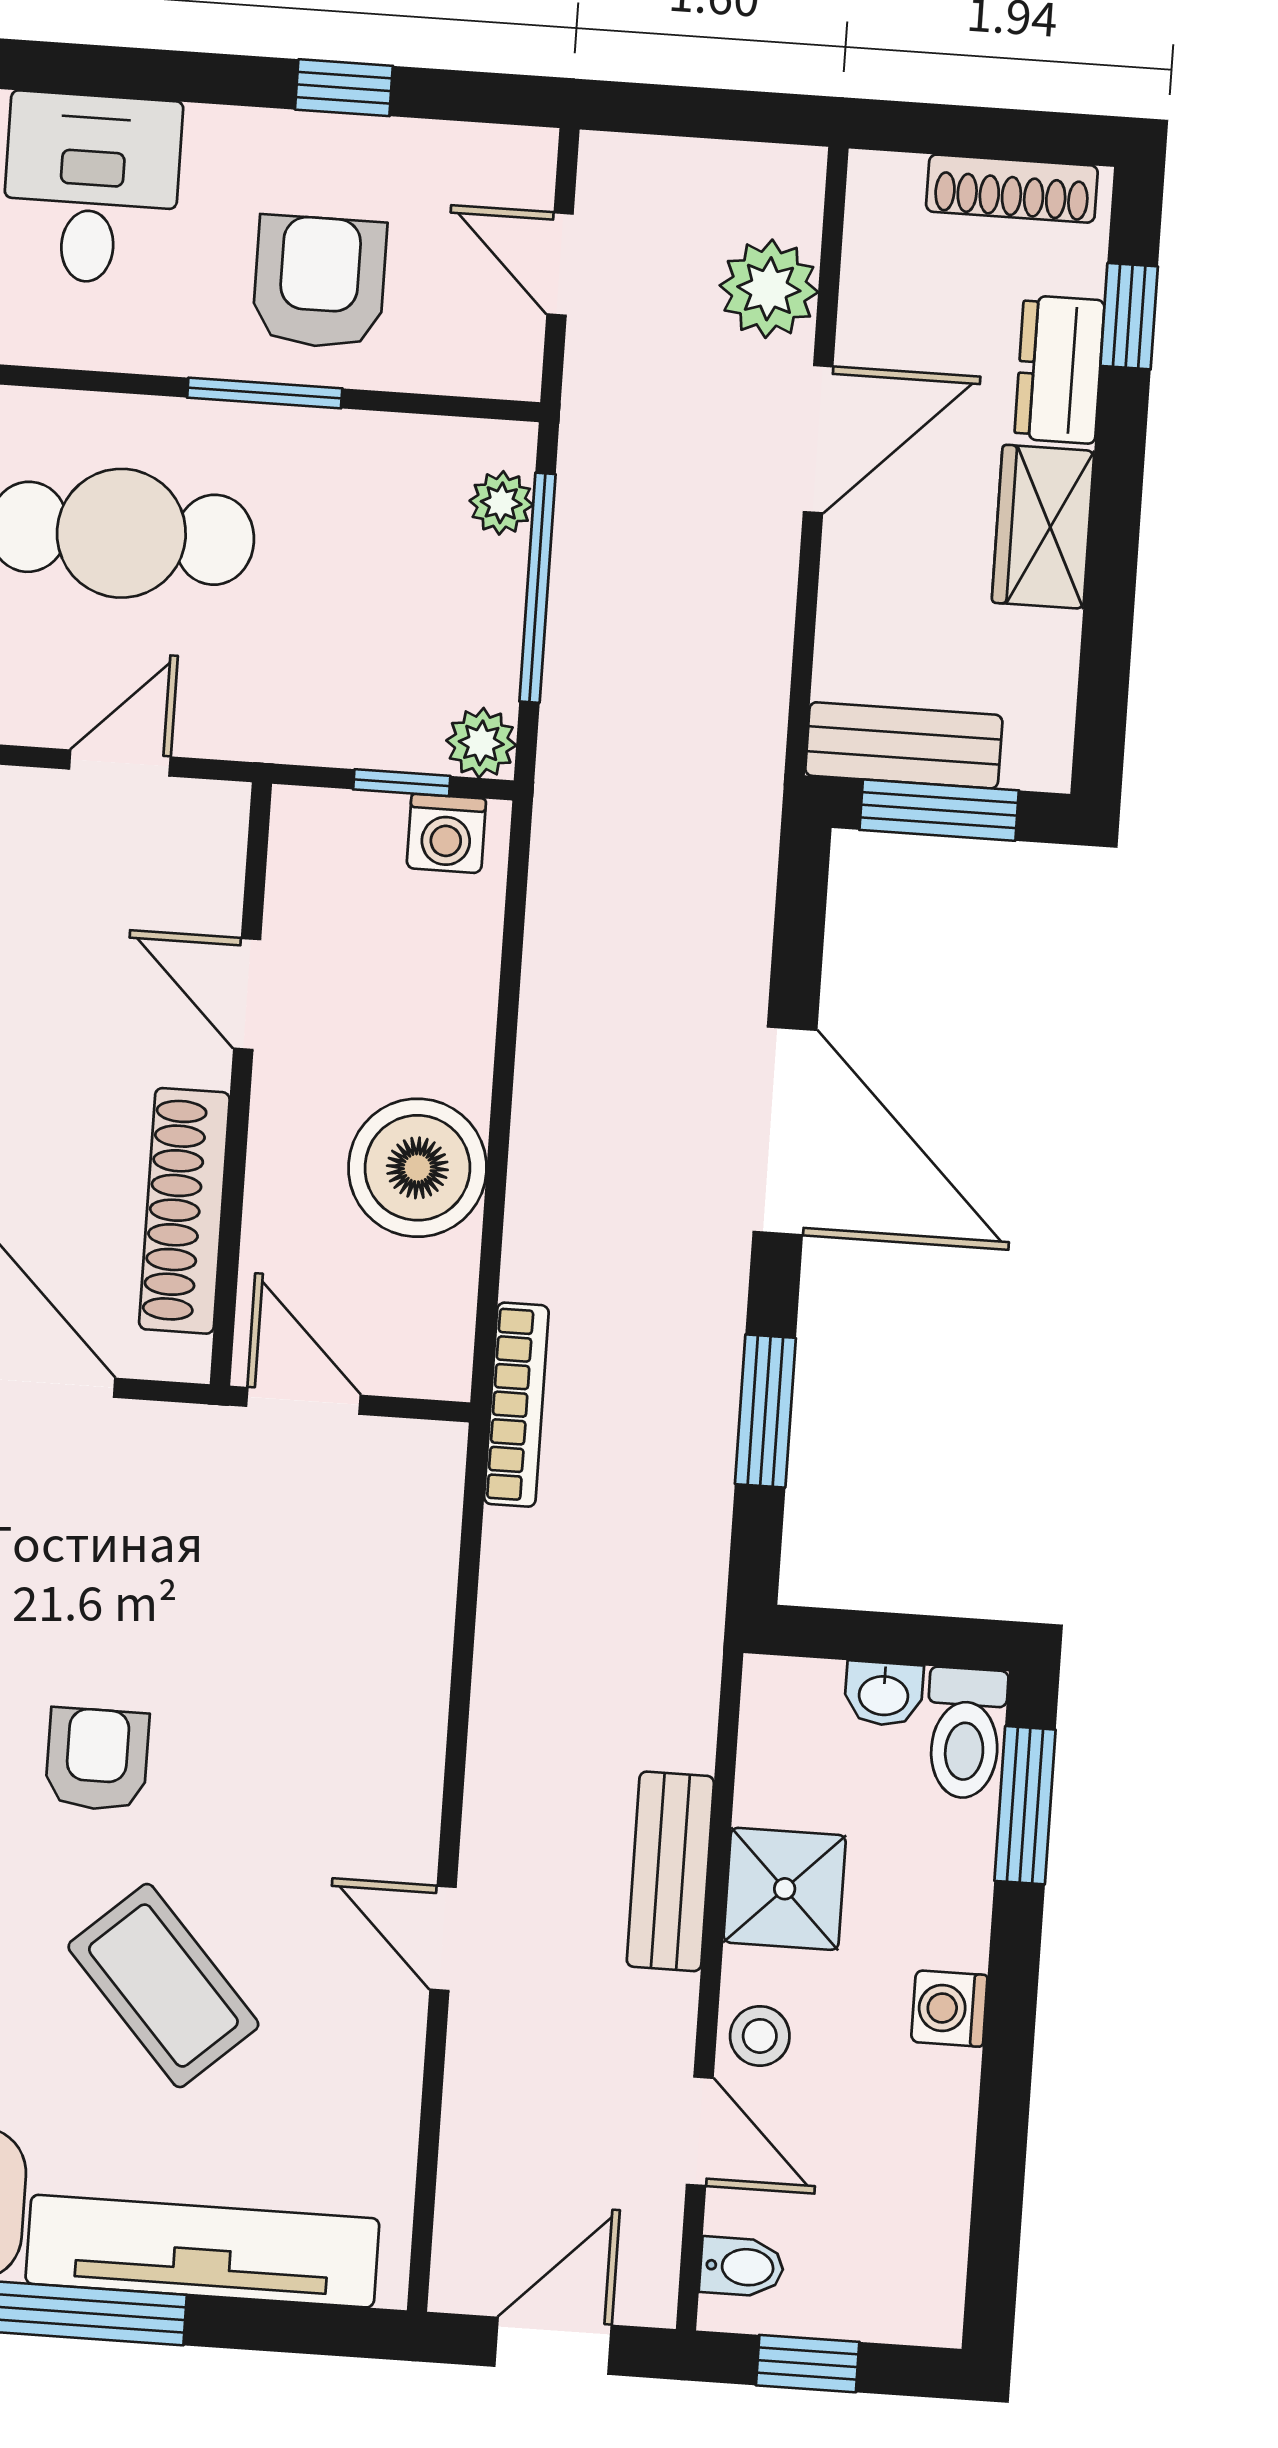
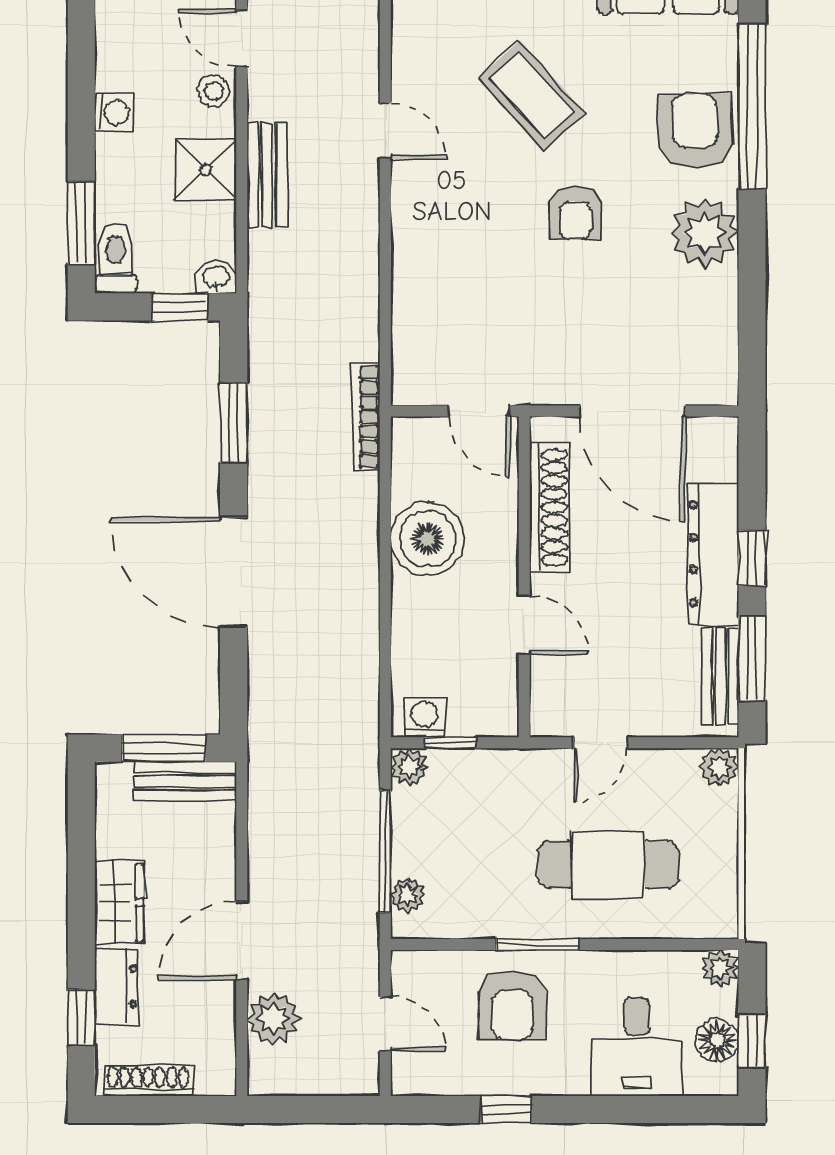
window: (852, 1635) -> (180, 307), added
washbasin: (884, 1694) -> (216, 277), moved

